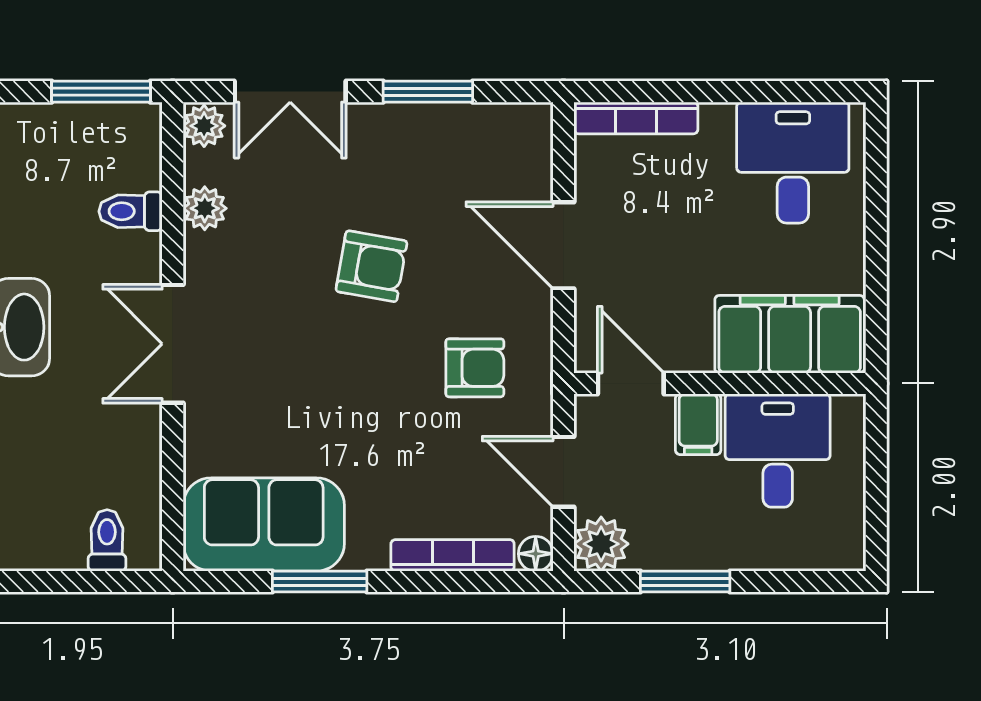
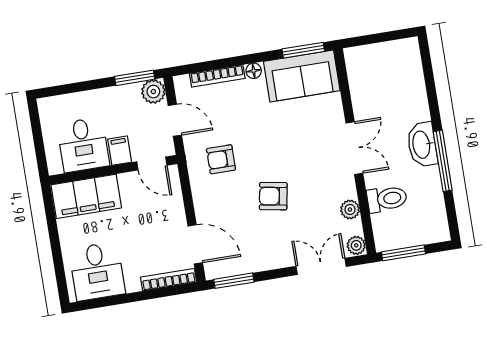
window: (428, 92) -> (234, 281), moved
toilet: (131, 211) -> (387, 199), width x1.37, depth x1.39
door: (564, 245) -> (195, 244), moved
toilet: (107, 540) -> (369, 58), removed
floor lamp: (536, 554) -> (254, 71), moved
window: (320, 582) -> (303, 50), moved
window: (685, 582) -> (135, 78), moved

